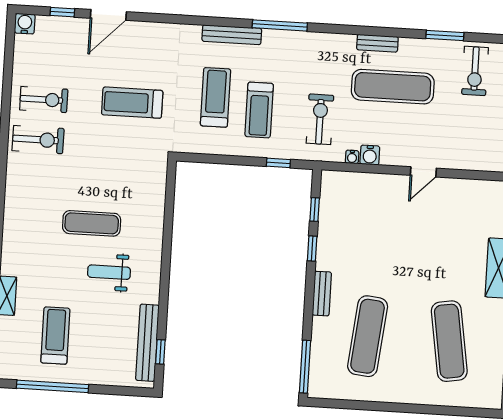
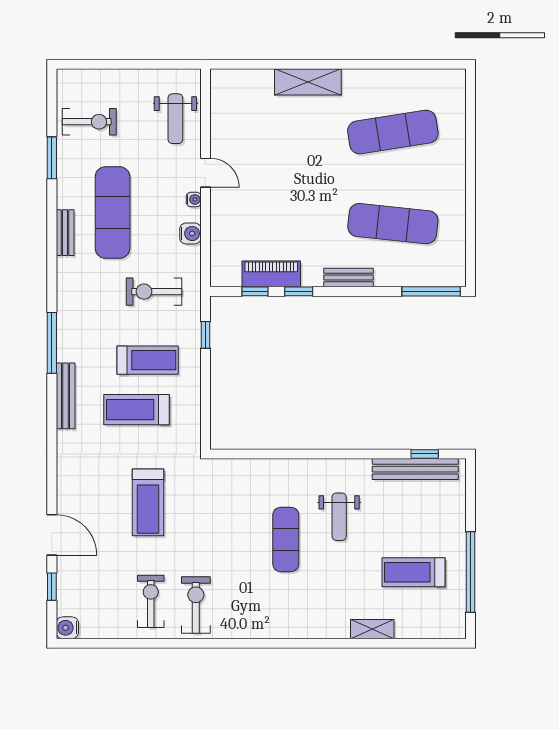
weight bench: (473, 148) -> (175, 119), added
water cooler: (352, 157) -> (194, 199), moved
piano: (329, 225) -> (271, 274), added

